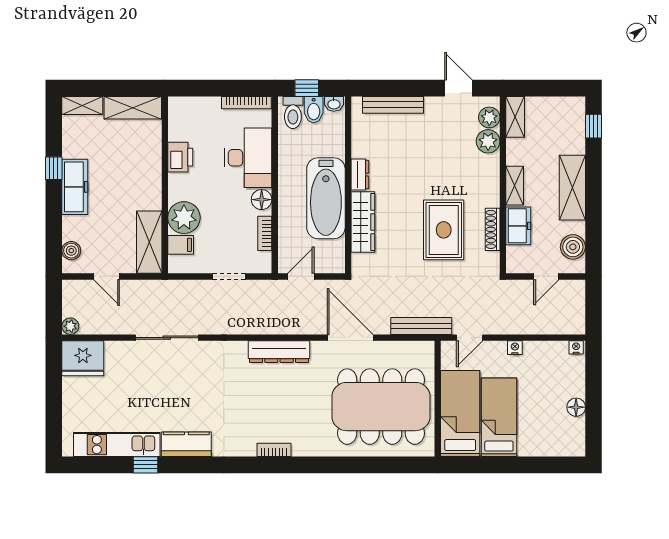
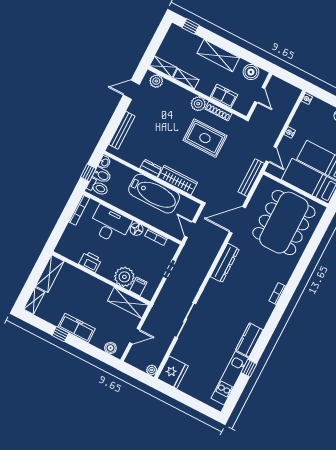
plant: (488, 141) -> (198, 104), moved
shelving: (515, 186) -> (186, 79), moved

